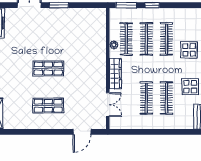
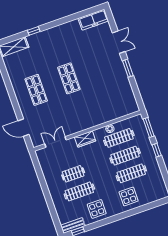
wardrobe: (115, 74) -> (85, 139), width x0.67
clothes rail: (146, 98) -> (73, 174), width x0.73
double door: (108, 105) -> (55, 142), swing flipped

